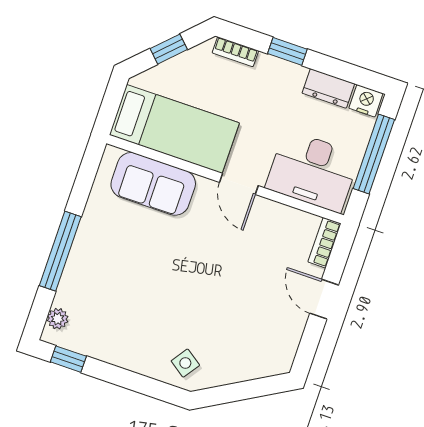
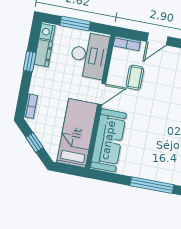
window: (287, 51) -> (30, 61), moved
window: (374, 154) -> (75, 24), width x0.69
sofa: (153, 184) -> (108, 140), width x1.36
coffee table: (261, 248) -> (135, 77), added

